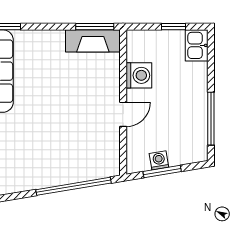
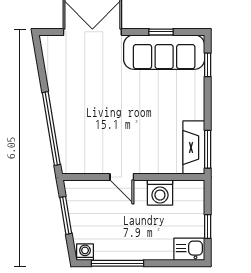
washing machine: (159, 160) -> (85, 252), moved, turned -81

